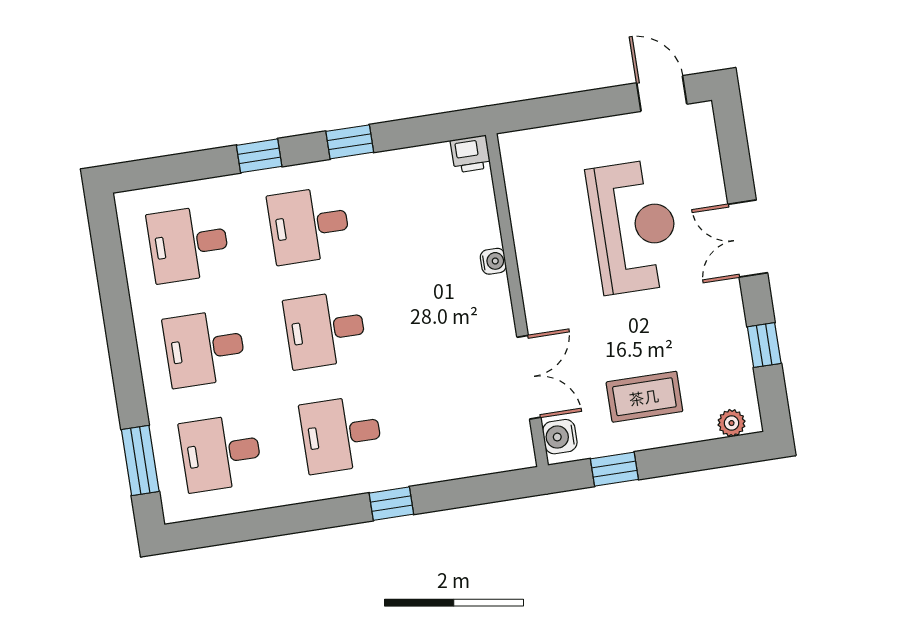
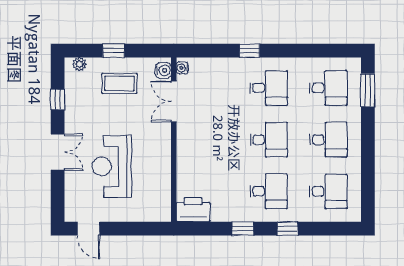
printer: (471, 154) -> (193, 210), width x1.87, depth x1.48
water cooler: (493, 261) -> (182, 68), moved
window: (614, 469) -> (114, 51), moved

